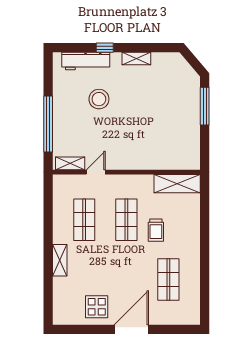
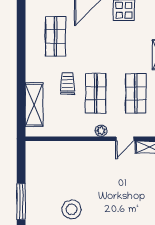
stool: (99, 99) -> (72, 209), moved
plant: (121, 180) -> (101, 131), added
shelving: (177, 184) -> (34, 105), moved, turned 90

